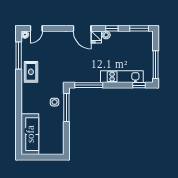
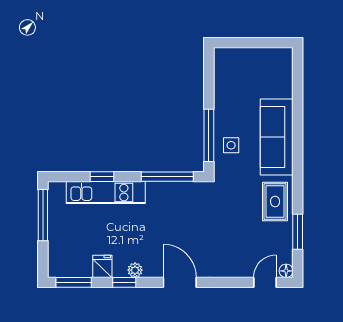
fridge: (96, 37) -> (102, 266), moved
window: (19, 56) -> (298, 232), width x0.69
window: (139, 85) -> (102, 177), moved
sofa: (30, 134) -> (277, 137), moved

